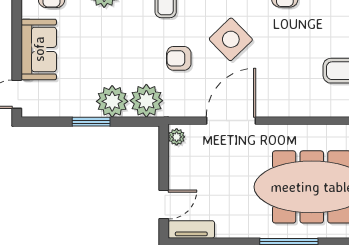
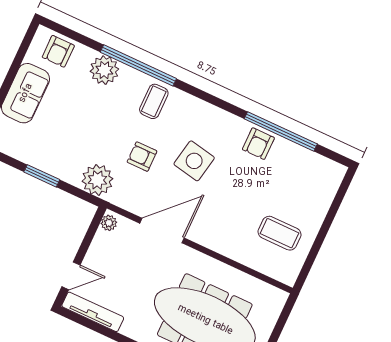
side table: (231, 39) -> (194, 161), turned -35
plant: (112, 101) -> (68, 167), removed
tv unit: (191, 229) -> (93, 312), width x1.41

